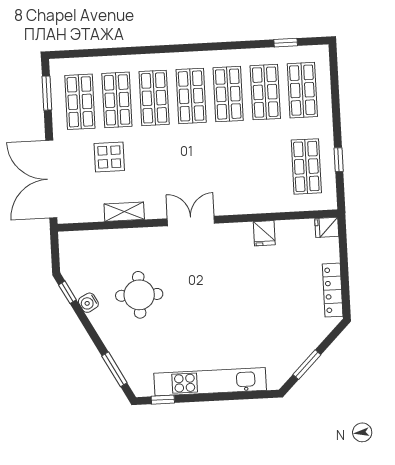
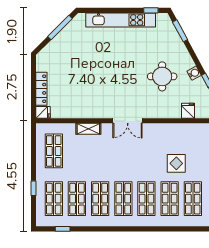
window: (339, 160) -> (33, 188), moved
shelving: (124, 212) -> (88, 129), moved
fridge: (264, 233) -> (188, 111), moved
locker: (333, 290) -> (41, 89), moved
window: (307, 365) -> (60, 27), width x1.44

